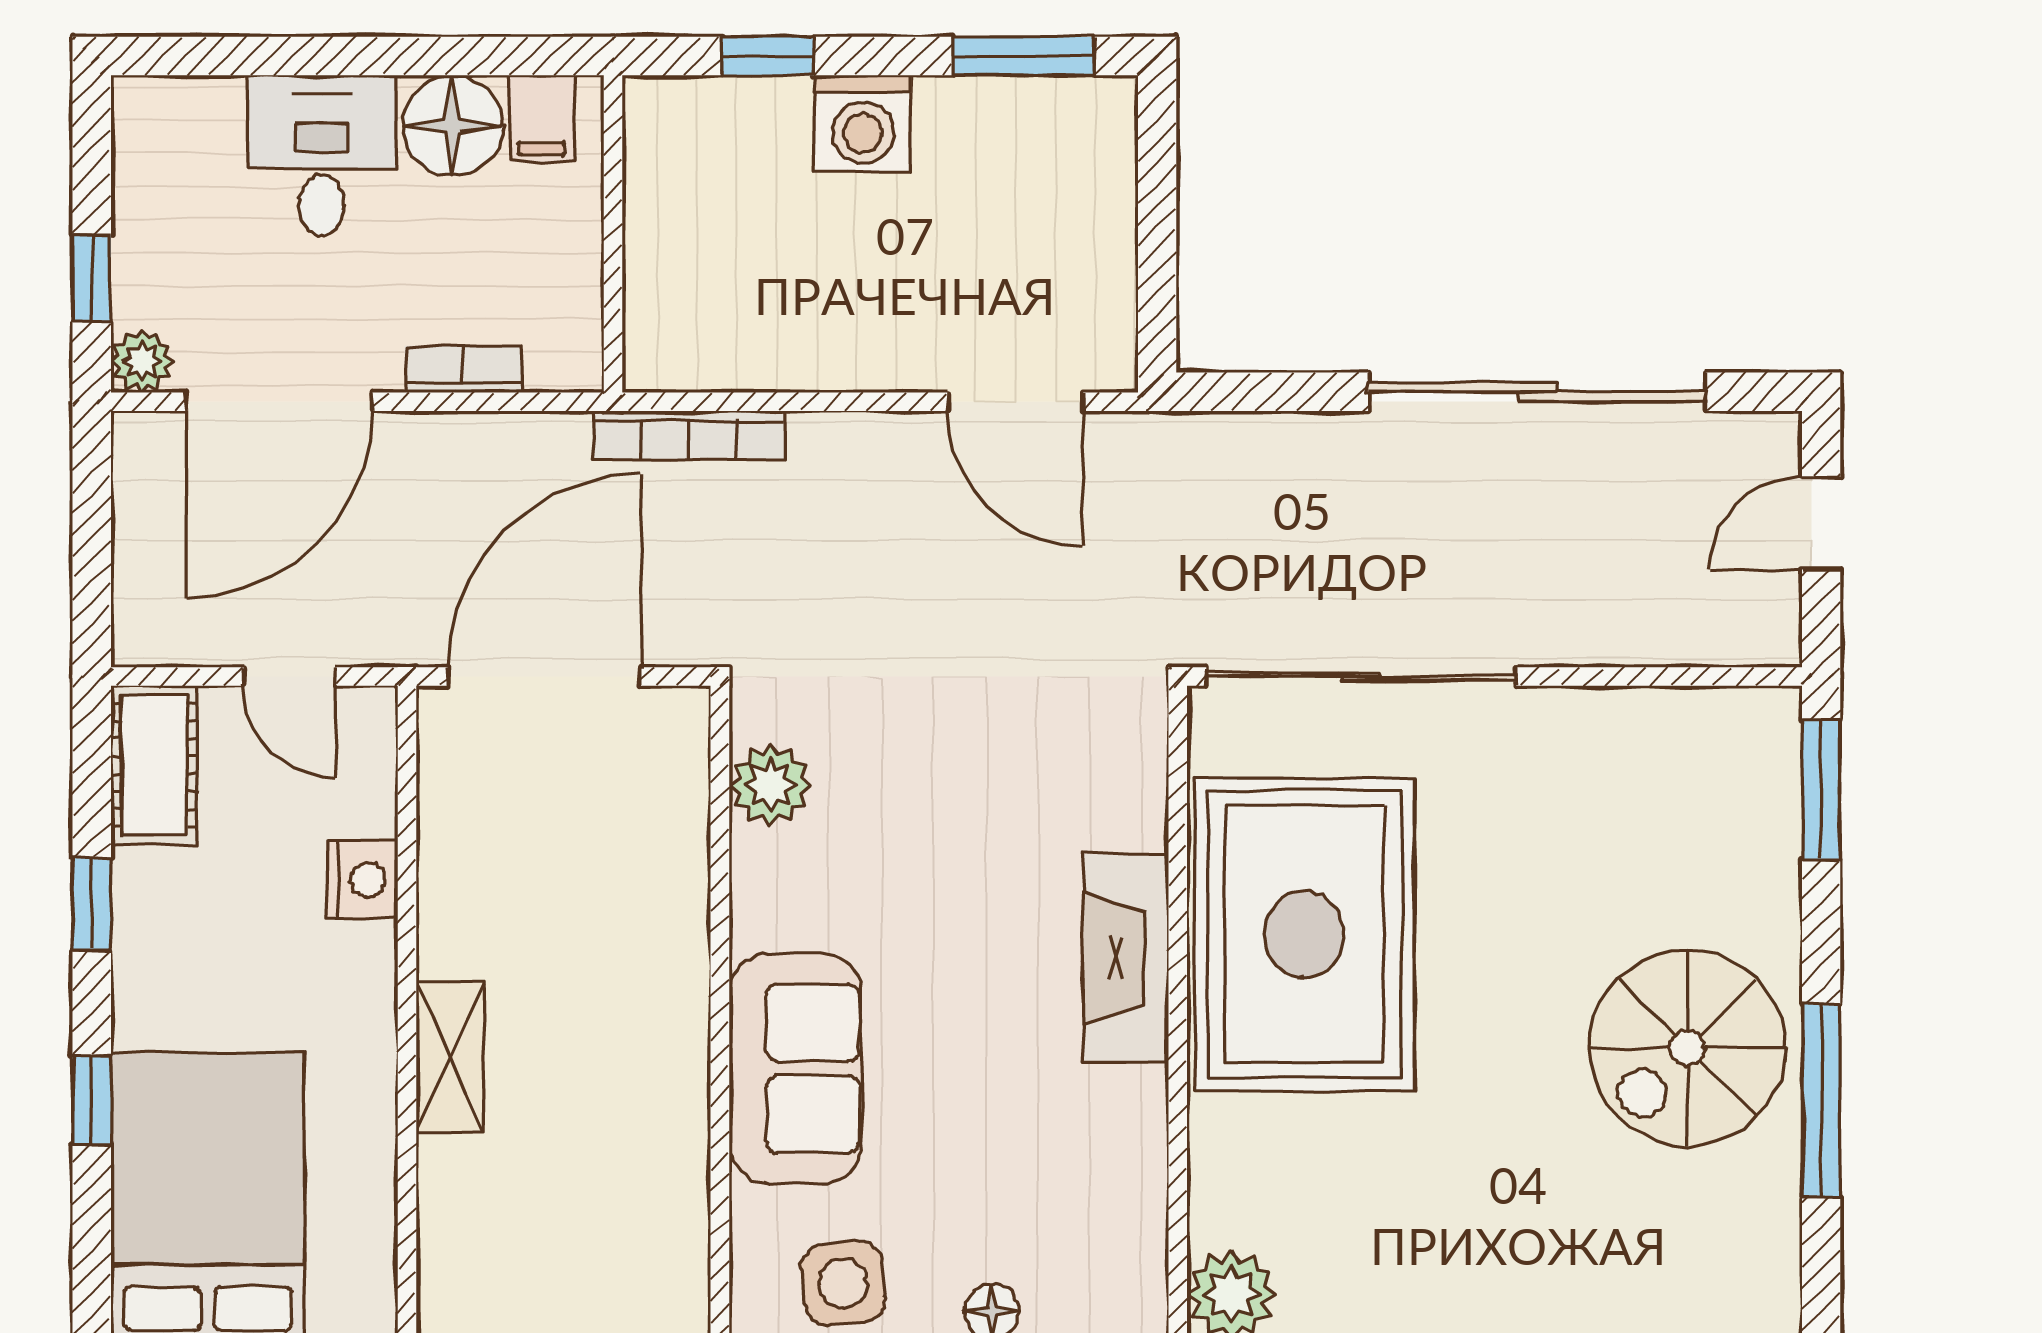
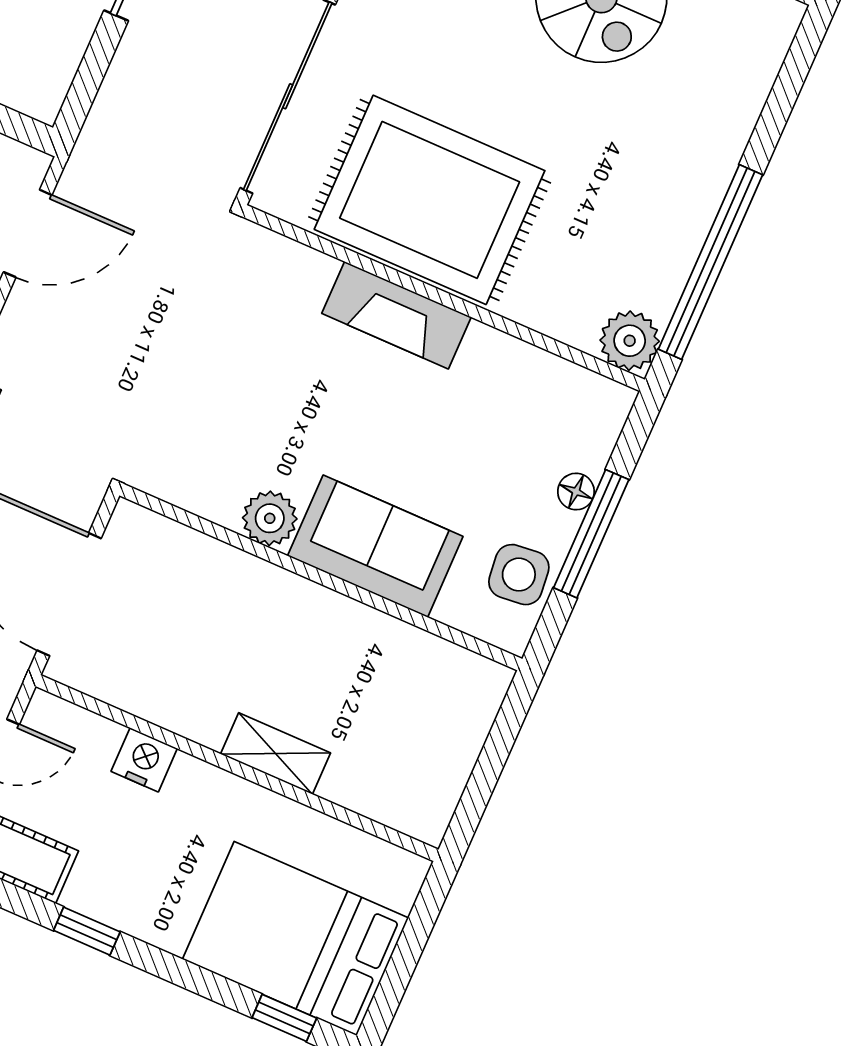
plant: (770, 785) -> (270, 518), moved
window: (92, 1100) -> (284, 1018), moved

